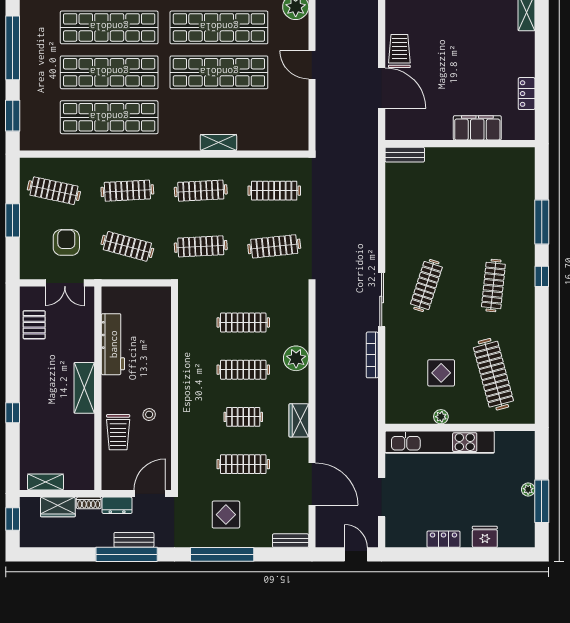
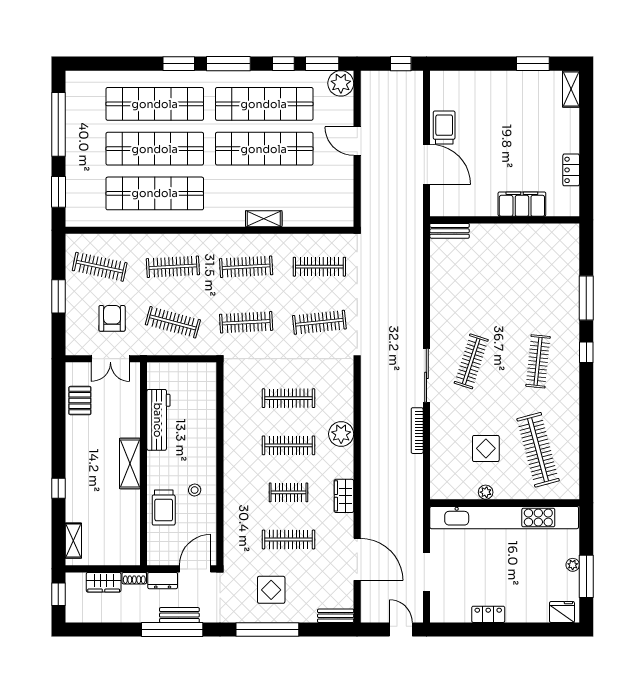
kitchen unit: (440, 442) -> (504, 518), width x1.36
shelving: (45, 482) -> (73, 541), moved, turned 90
fridge: (485, 537) -> (562, 612), moved

